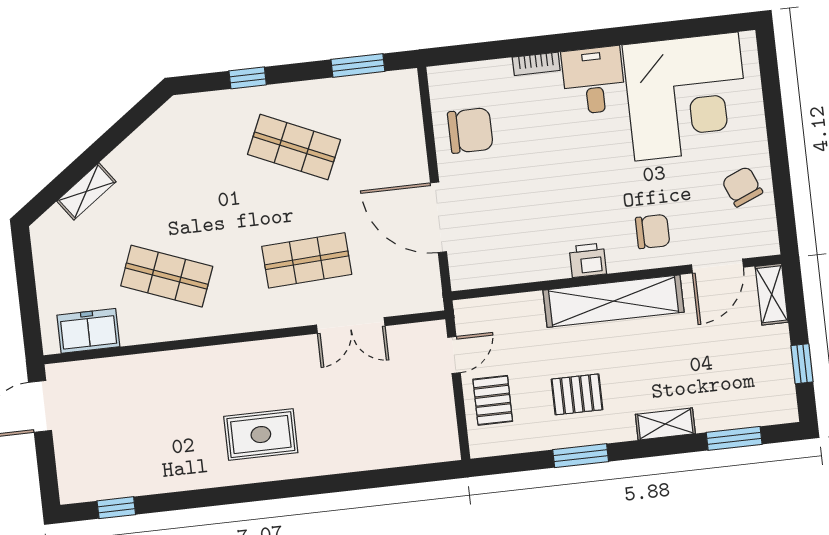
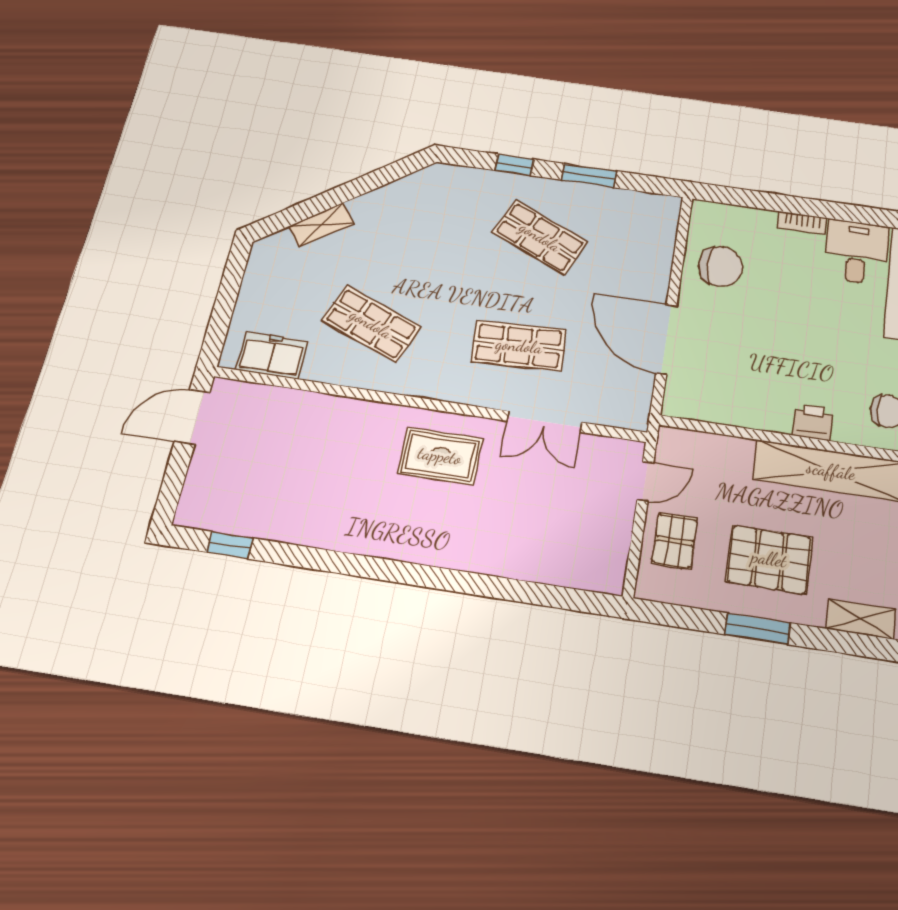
window: (358, 65) -> (589, 175), moved
pallet: (577, 394) -> (769, 559), width x1.50, depth x1.42
rug: (261, 435) -> (440, 456), moved

